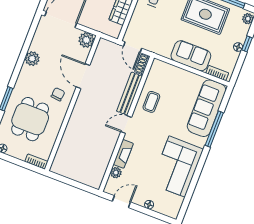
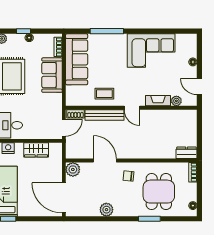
door: (83, 76) -> (105, 160), swing flipped
sofa: (207, 108) -> (77, 59), moved, turned -90
dining table: (30, 119) -> (159, 192), turned 90
dresser: (59, 163) -> (187, 153), added

